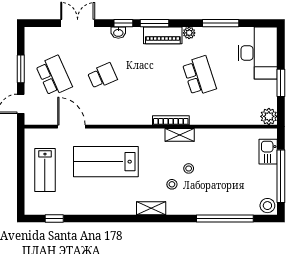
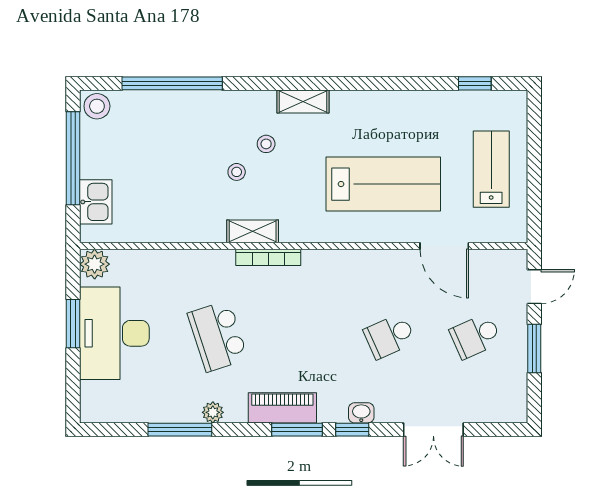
plant: (189, 33) -> (213, 412), moved
desk: (258, 53) -> (114, 333), moved
school desk: (54, 76) -> (475, 336), width x0.54

